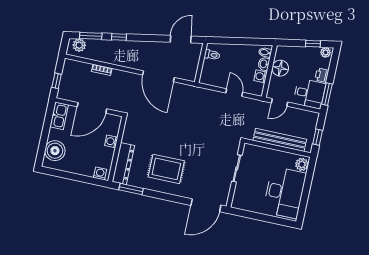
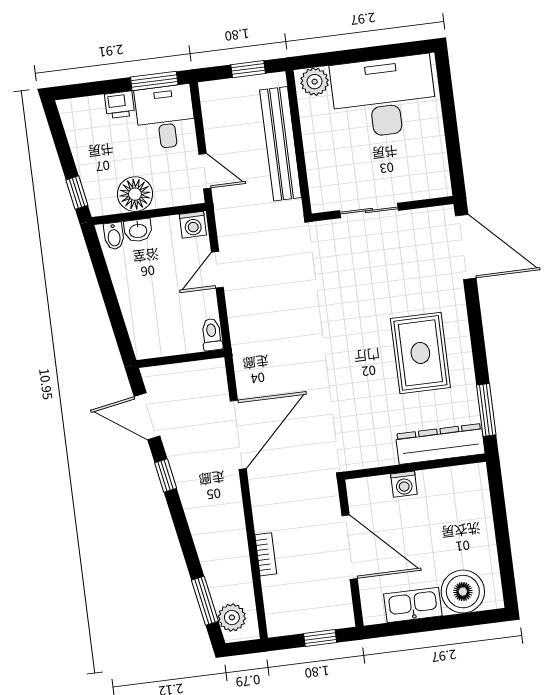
window: (119, 37) -> (166, 476), moved
window: (313, 44) -> (77, 193), moved
plant: (326, 52) -> (71, 113), removed
toilet: (212, 55) -> (212, 335), moved
washing machine: (260, 76) -> (193, 225), moved
kitchen sink: (59, 116) -> (413, 605), moved
washing machine: (100, 173) -> (477, 484), removed

